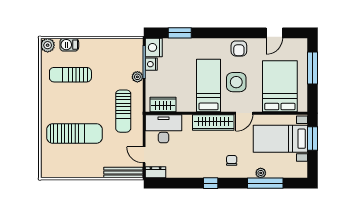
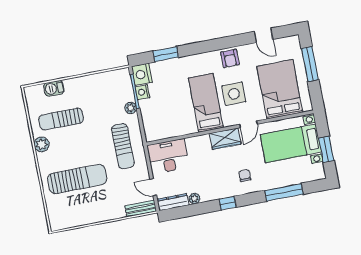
door: (274, 33) -> (263, 35), hinge flipped
plant: (48, 45) -> (42, 144), moved
wardrobe: (163, 104) -> (163, 131), removed
wardrobe: (213, 122) -> (225, 139), width x0.67
window: (312, 138) -> (326, 149), moved
dresser: (156, 172) -> (173, 202), width x1.44
bench: (123, 173) -> (141, 209), width x0.73
plant: (261, 173) -> (194, 199), moved

